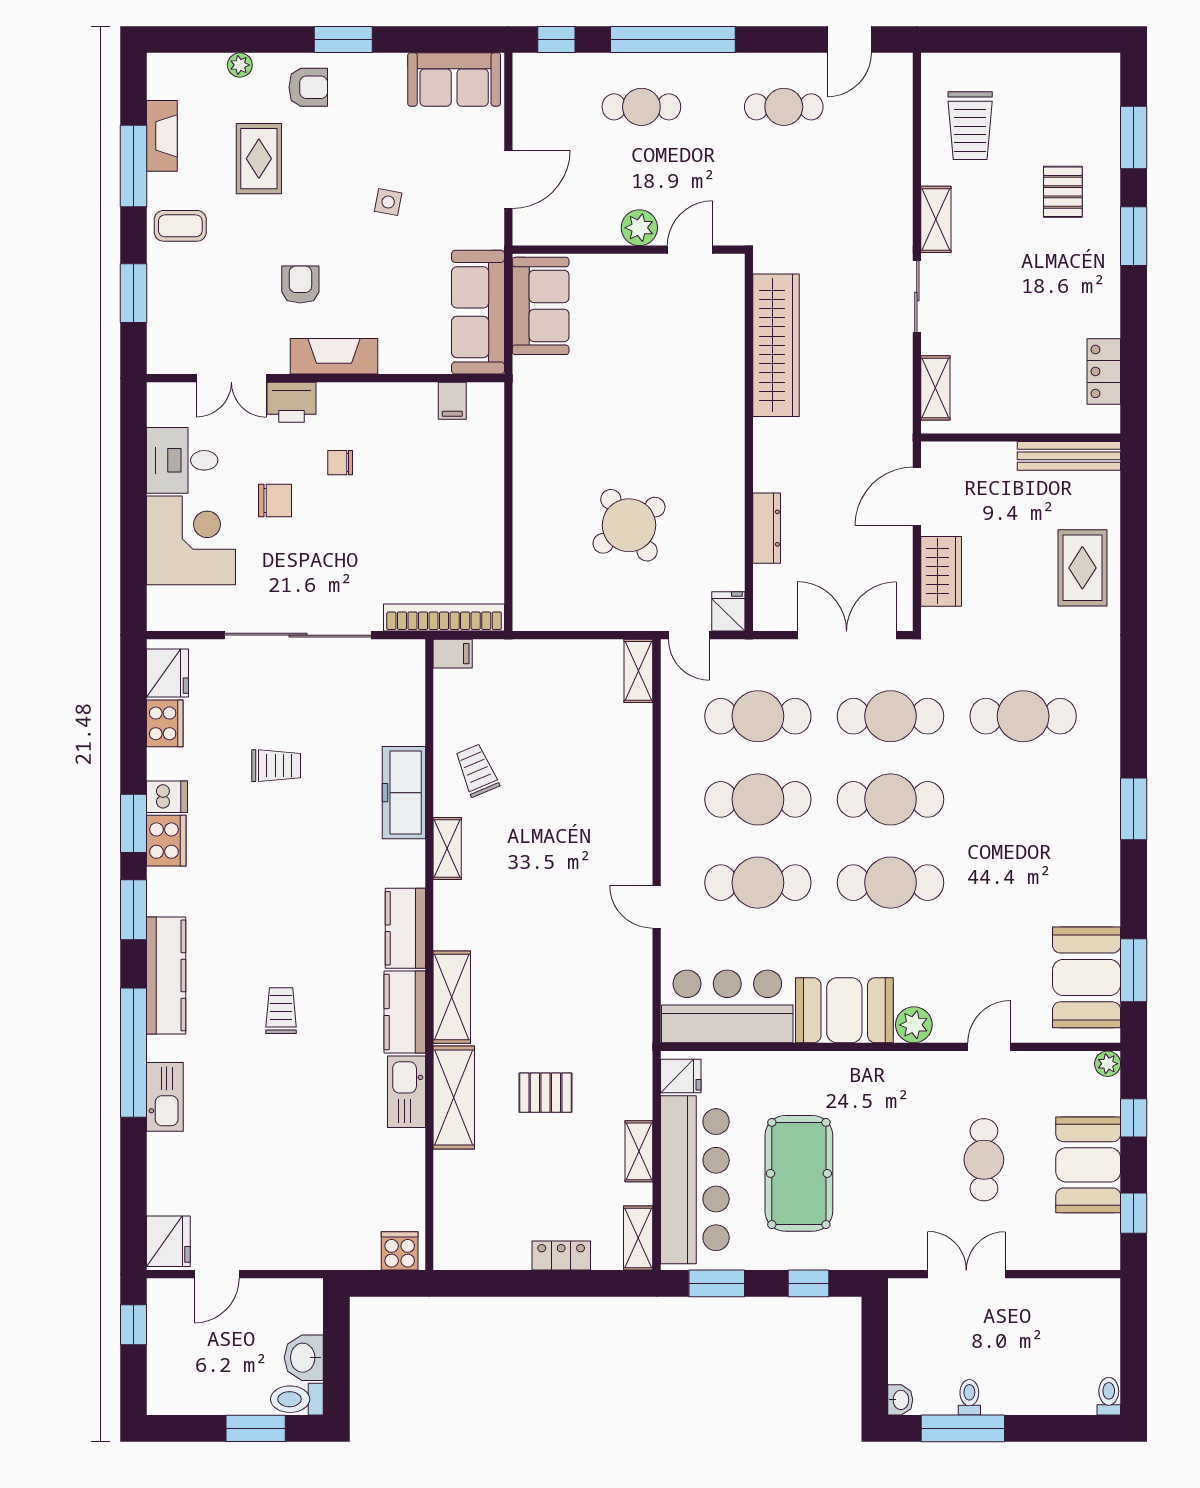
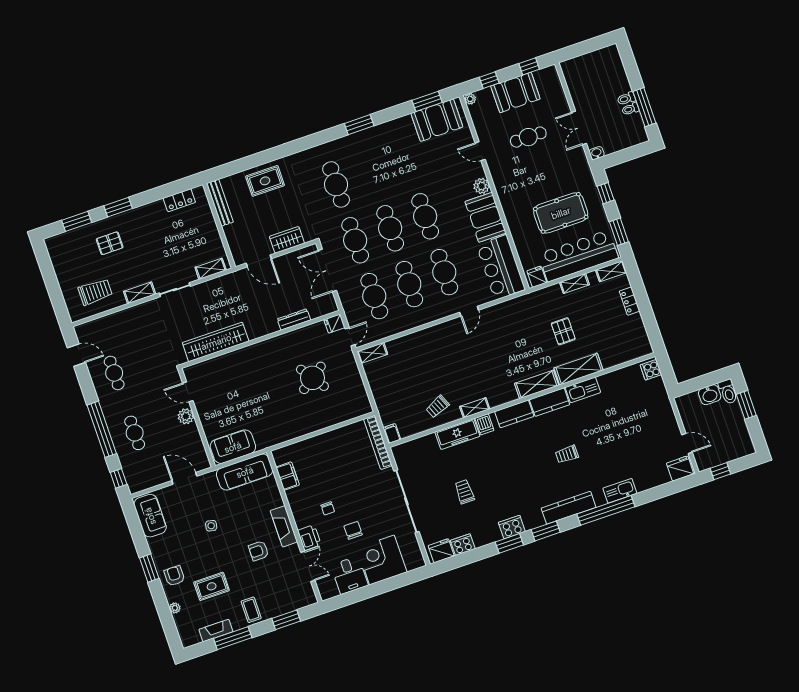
filing cabinet: (452, 401) -> (288, 476), width x2.00
dishwasher: (167, 797) -> (484, 424), moved, turned 180
toilet: (1109, 1396) -> (626, 99), moved
washbasin: (900, 1400) -> (597, 153), moved

